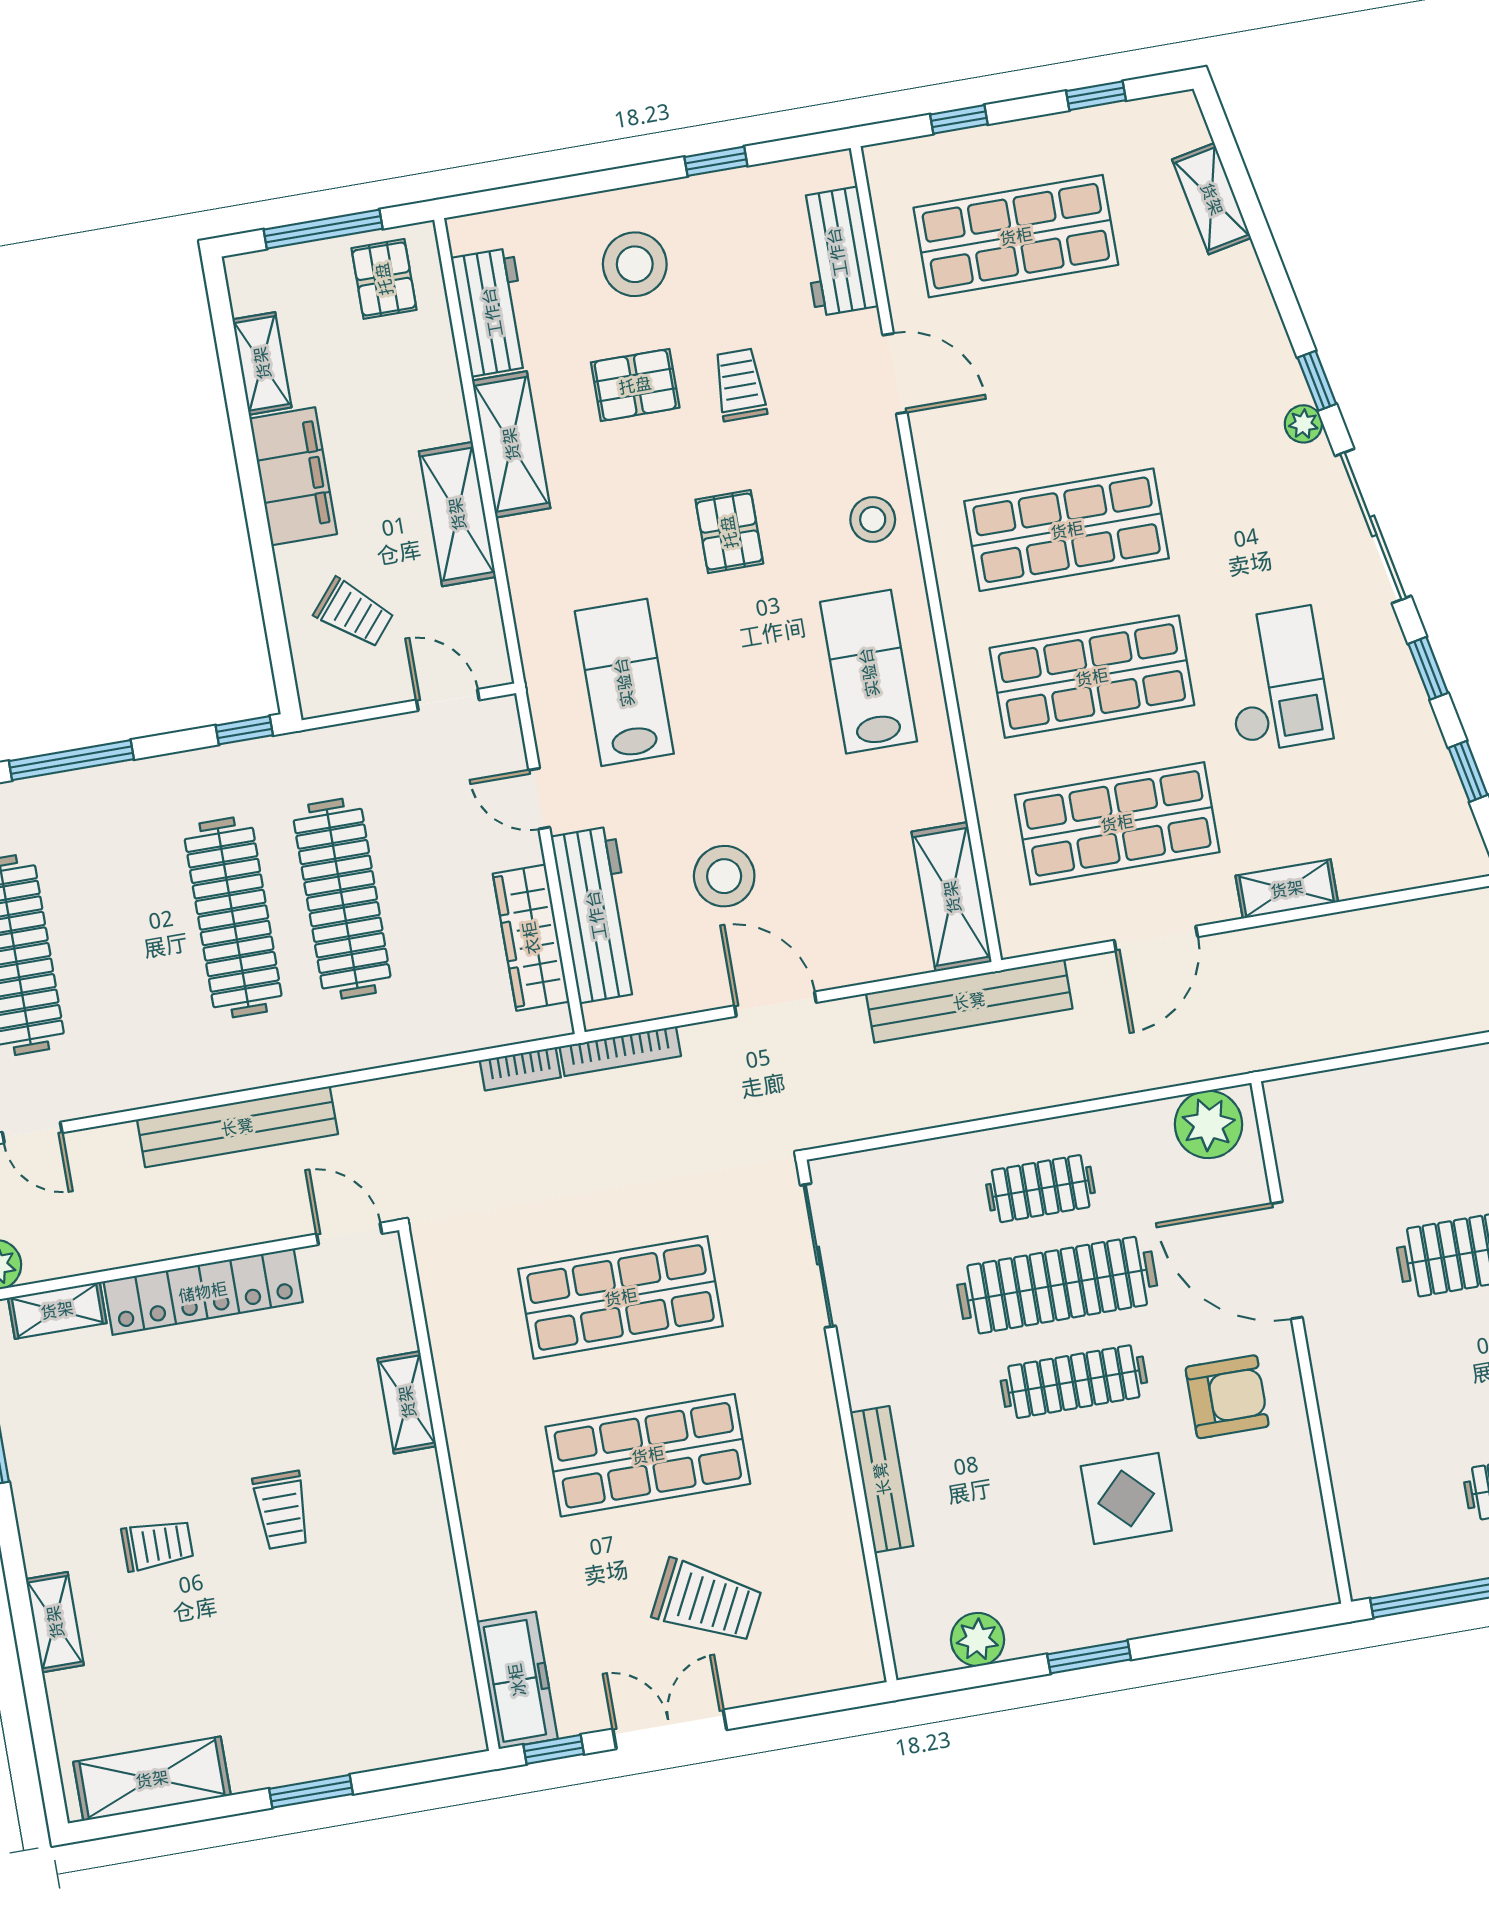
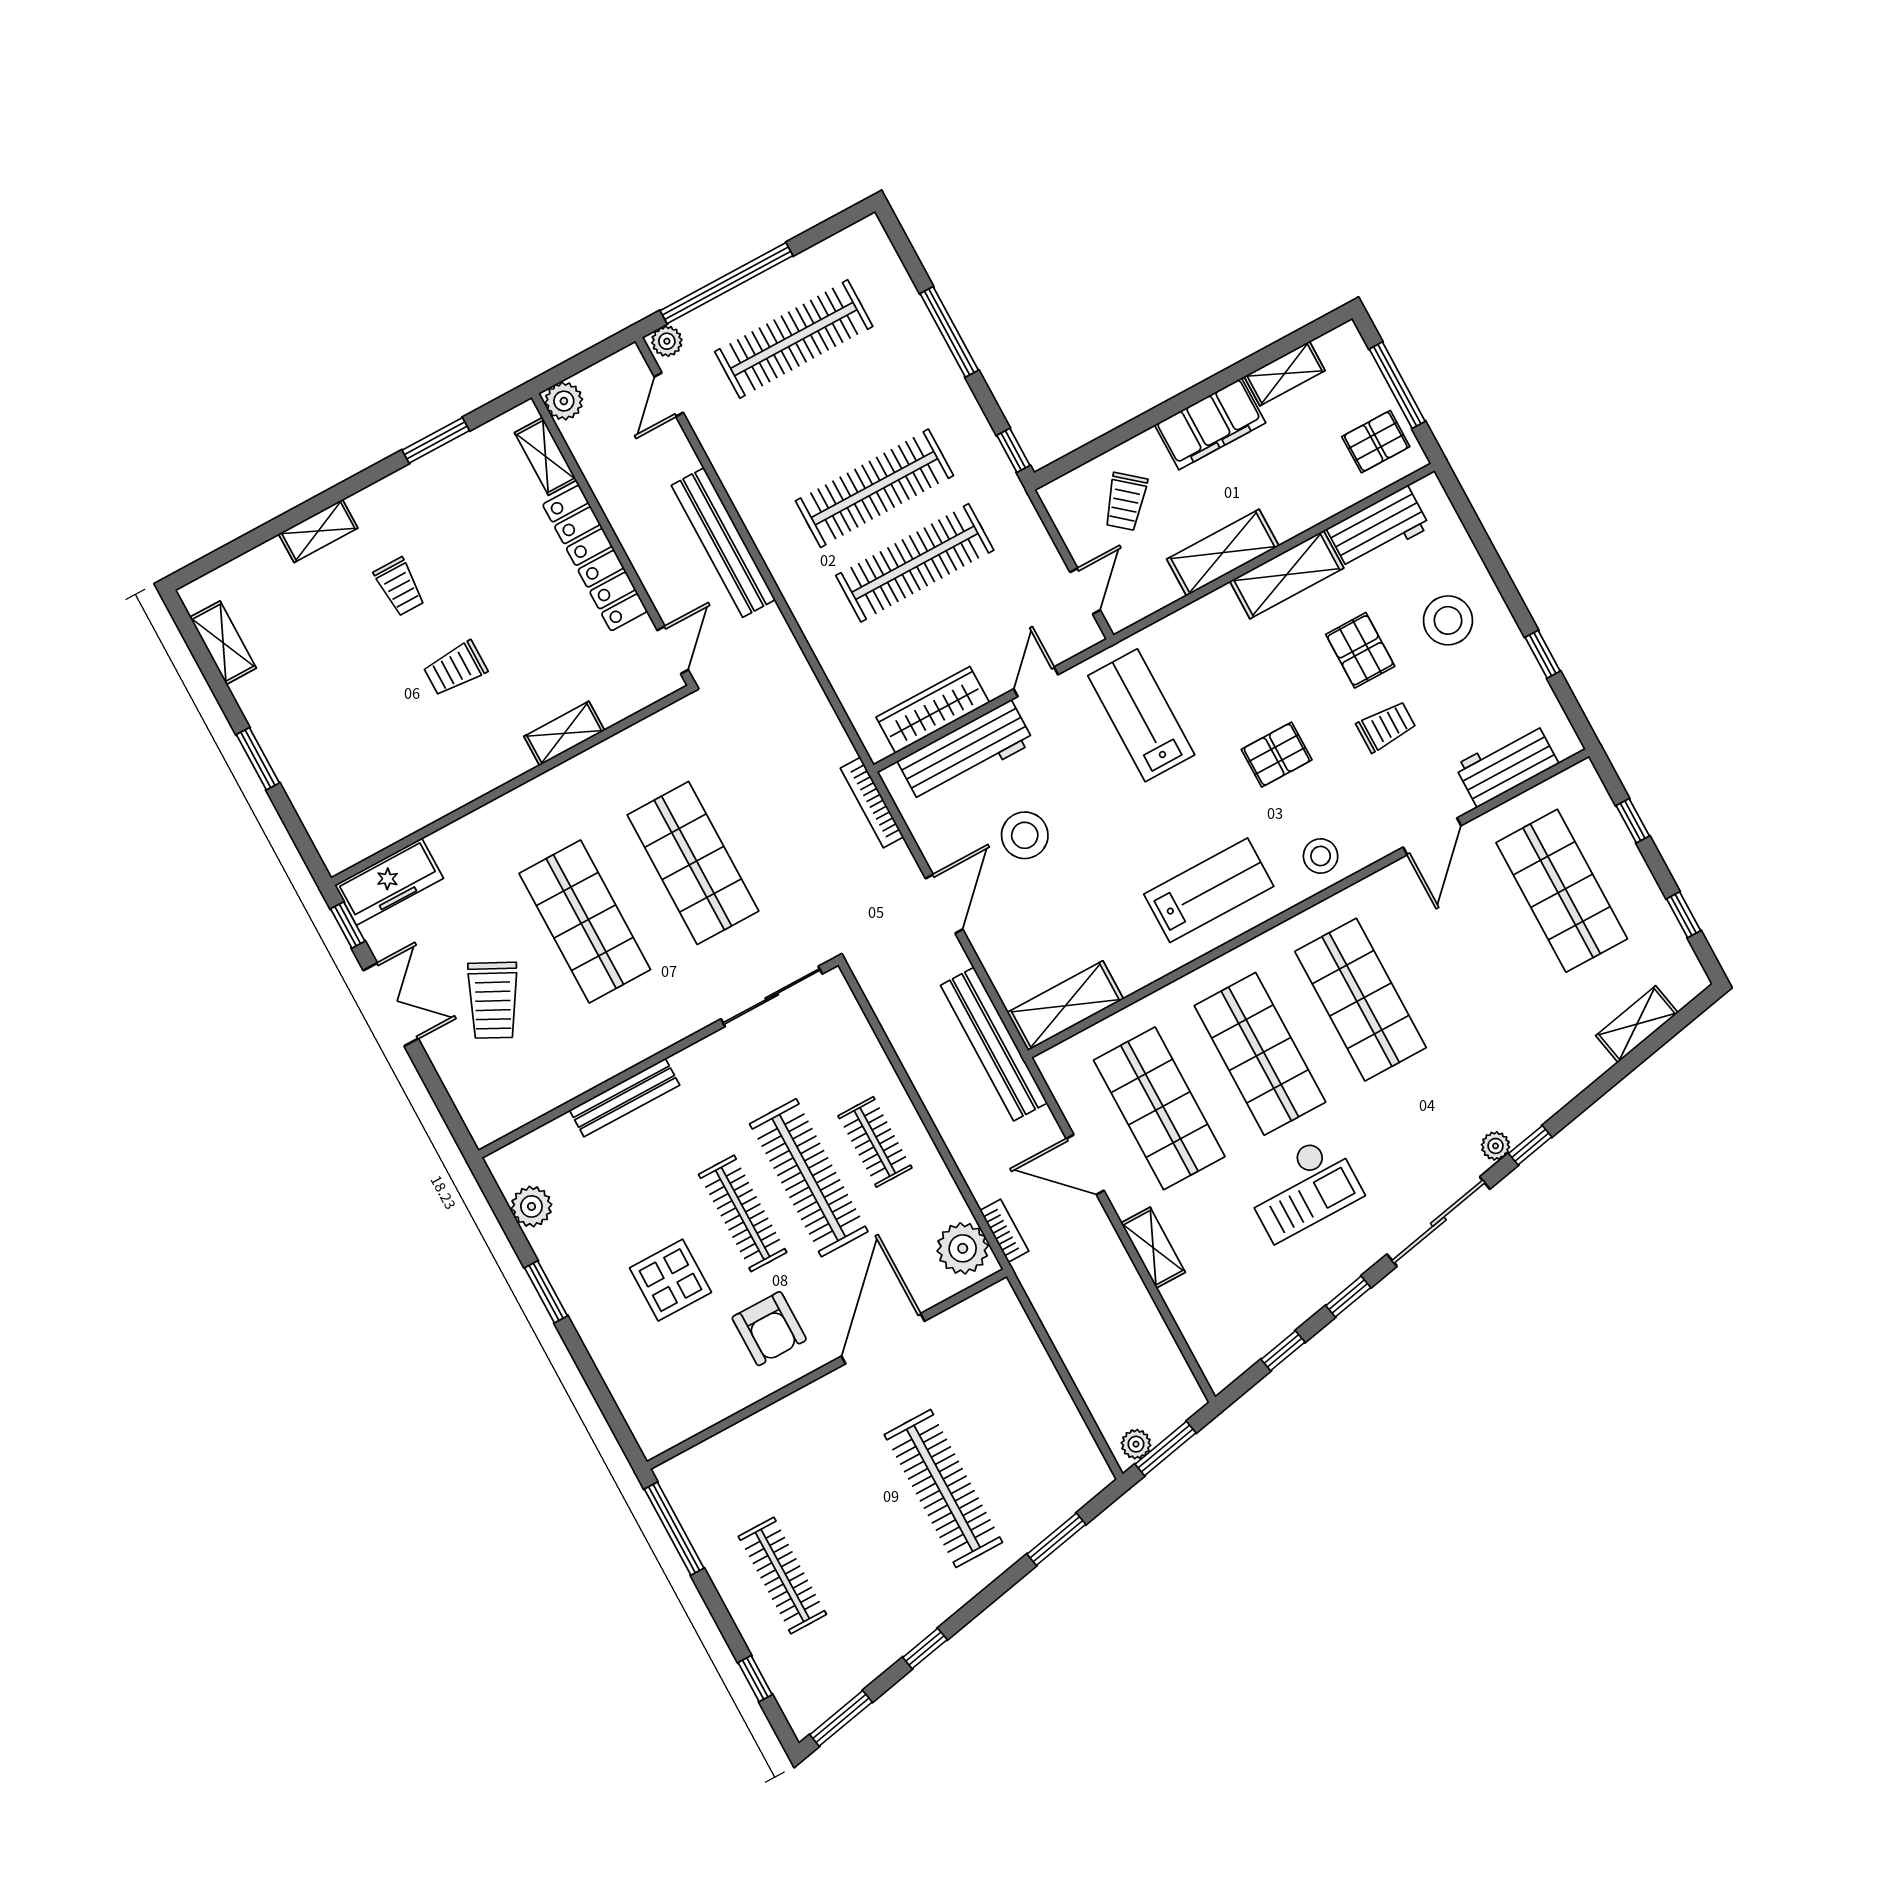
lab bench: (624, 682) -> (1141, 715), turned -90
bookcase: (520, 1069) -> (1004, 1231), moved, turned 180
shelving: (152, 1779) -> (223, 643), width x0.67, depth x0.75

